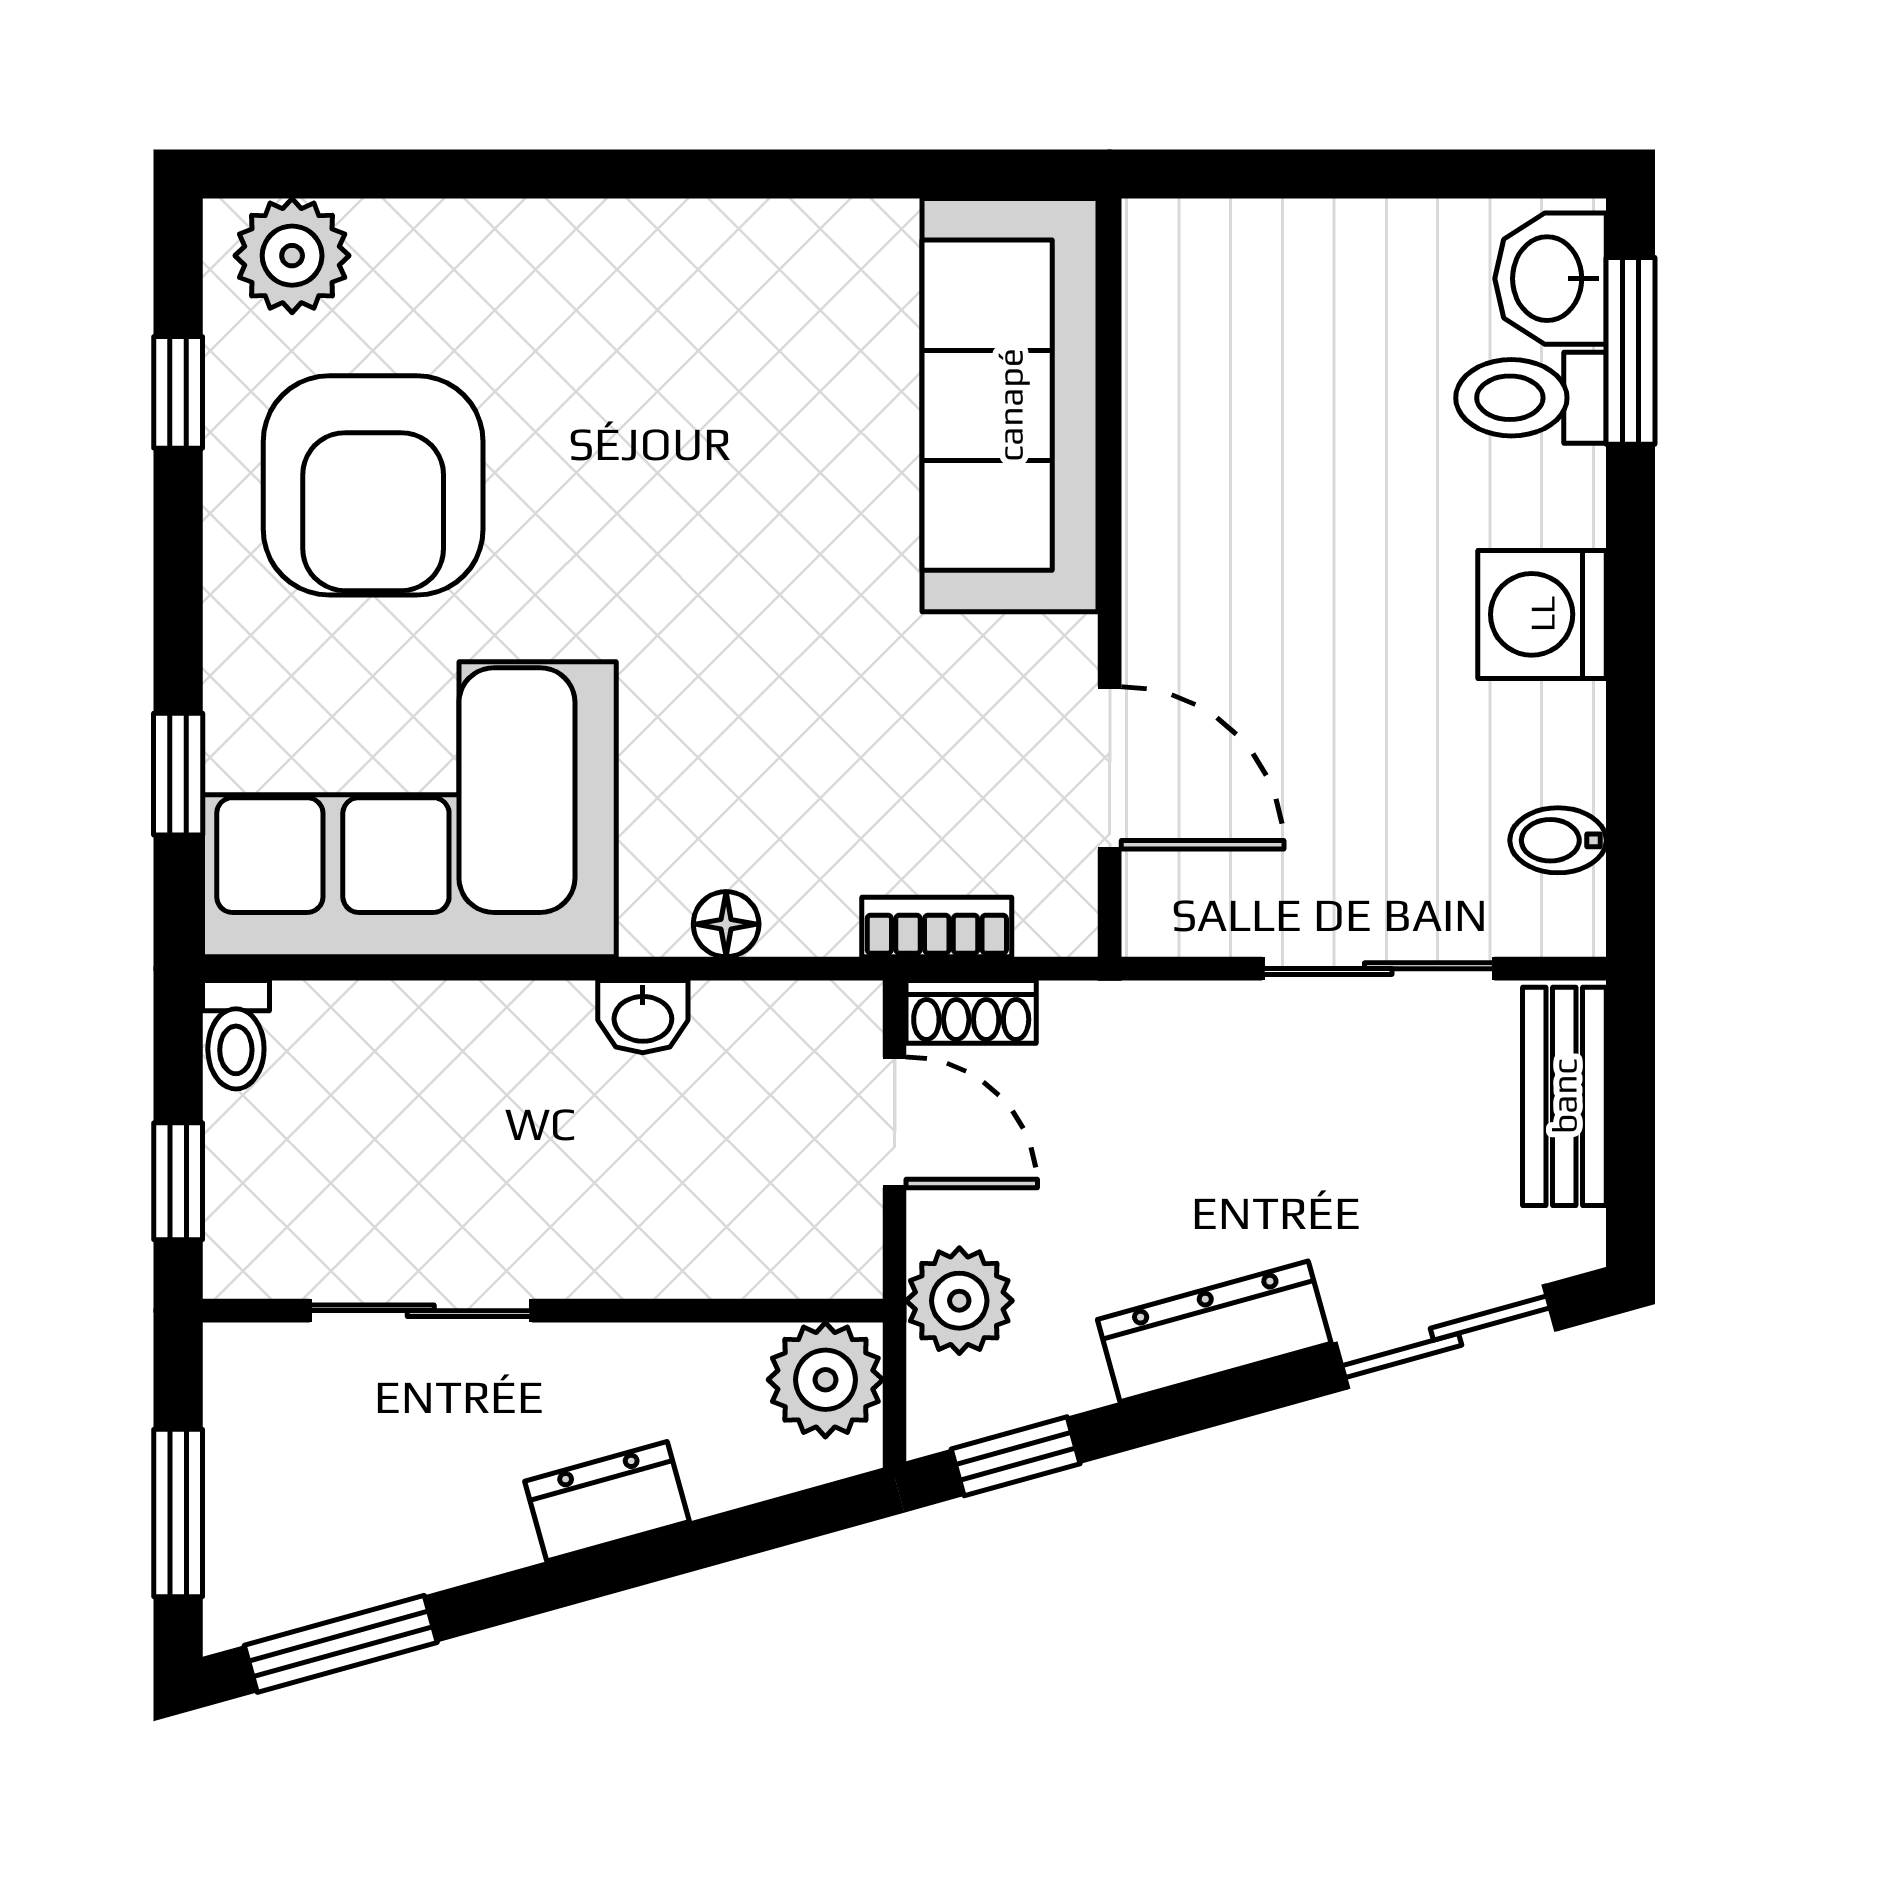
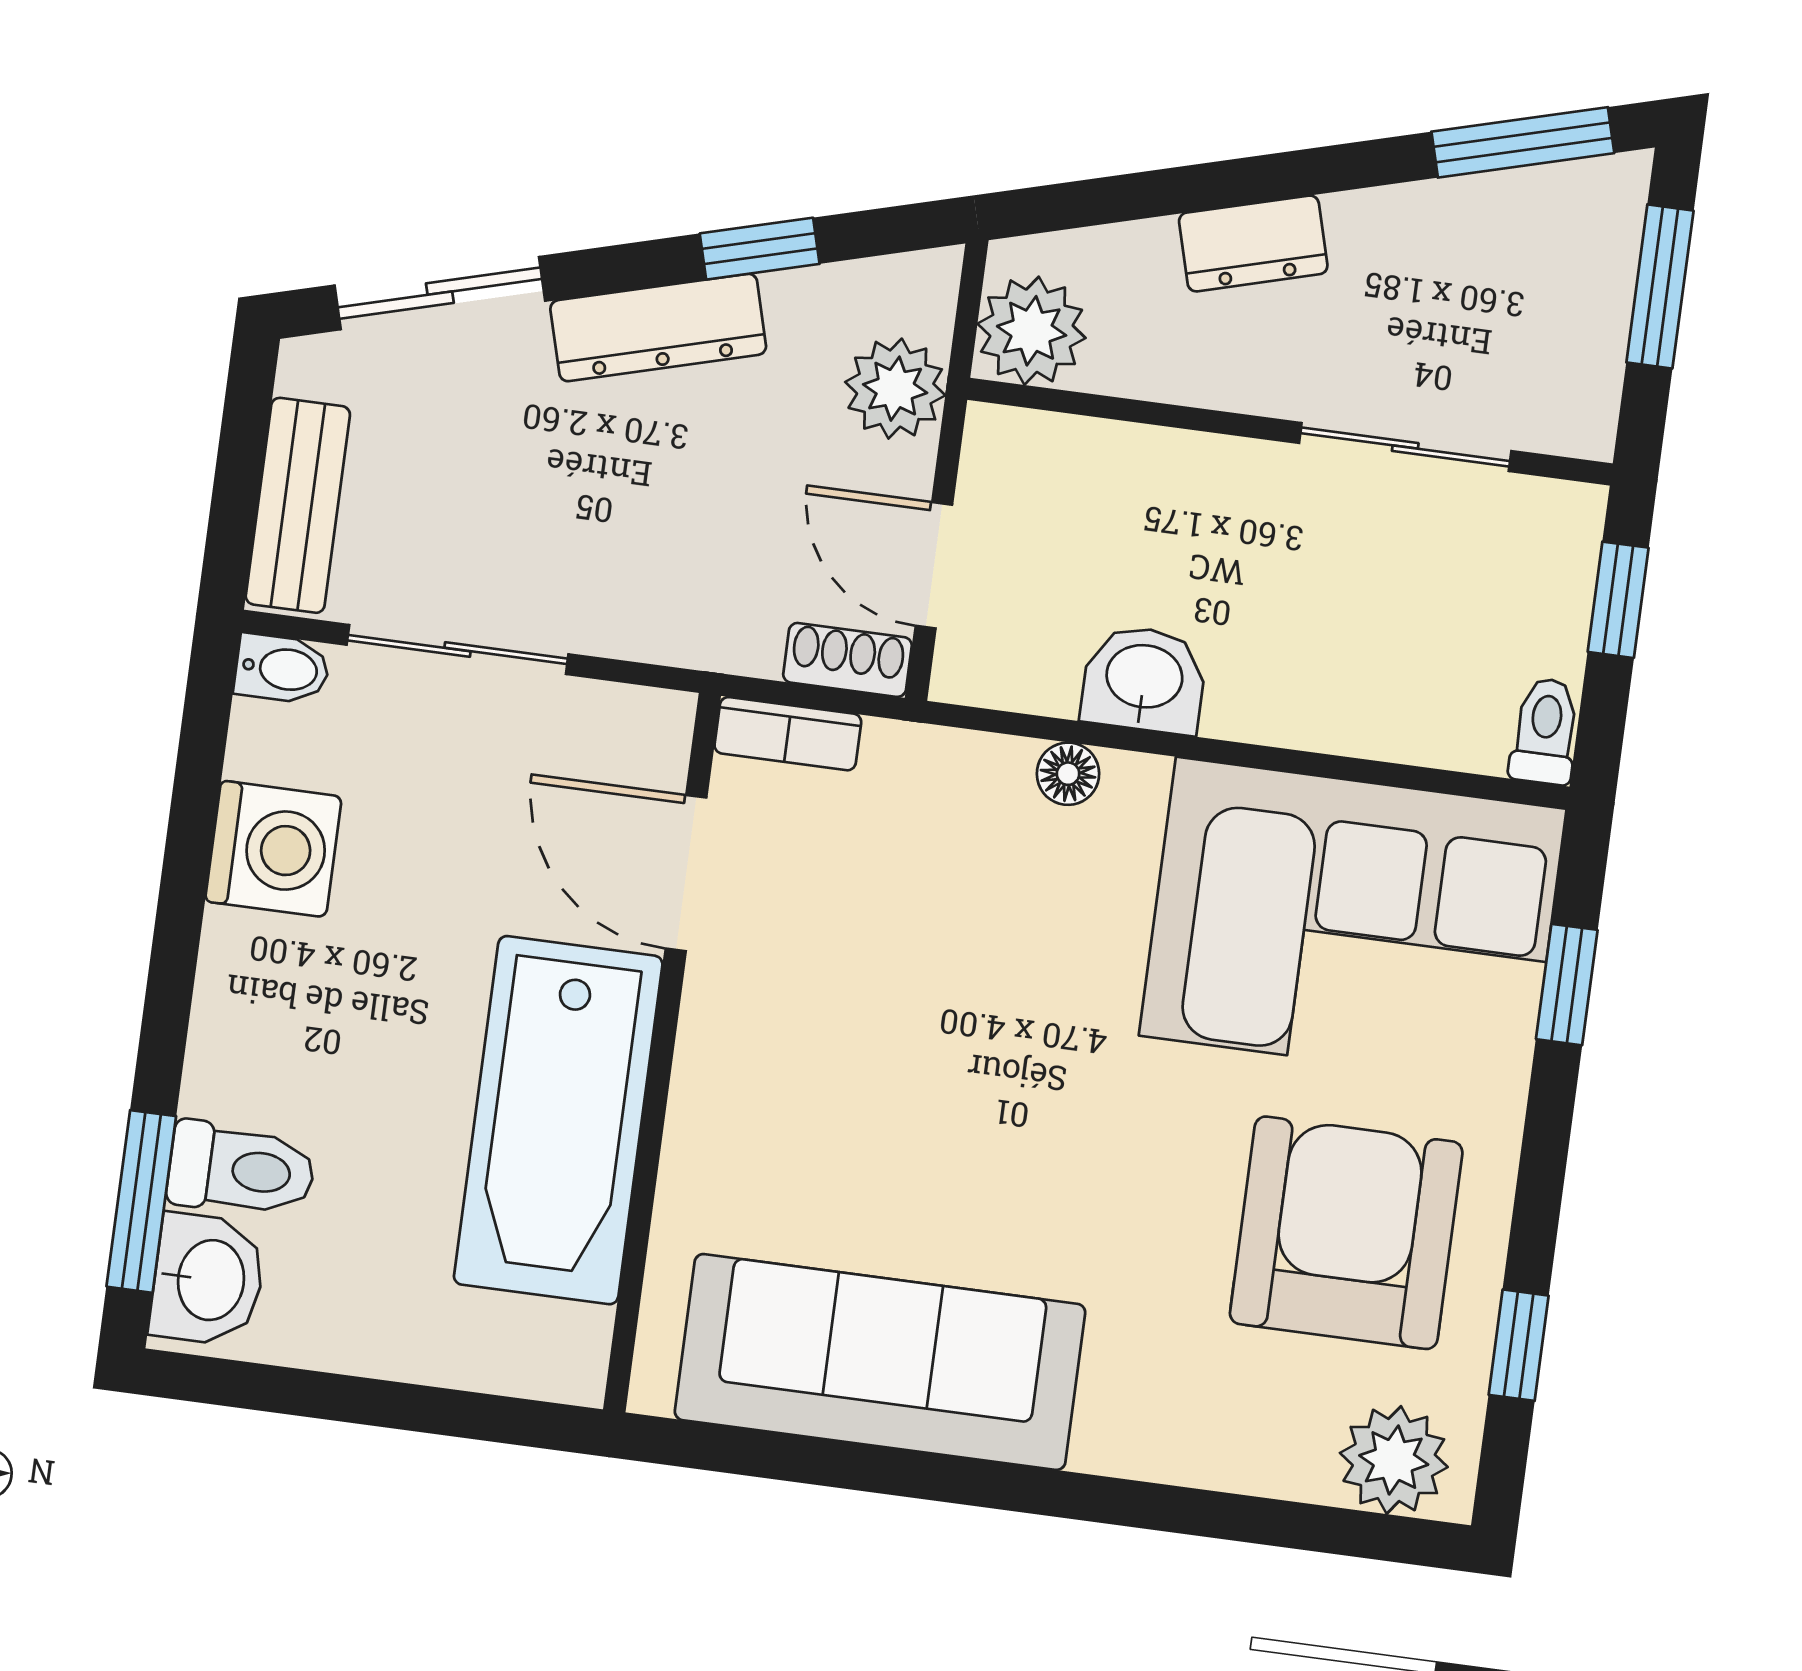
sofa: (1010, 405) -> (880, 1362), moved, turned -90
bathtub: (1208, 493) -> (558, 1120), added
washing machine: (1542, 614) -> (274, 849), moved
bidet: (1558, 840) -> (282, 669), moved
bookcase: (937, 927) -> (788, 734), moved
washbasin: (643, 1017) -> (1144, 679), width x1.38, depth x1.45
window: (1016, 1456) -> (760, 249), moved

